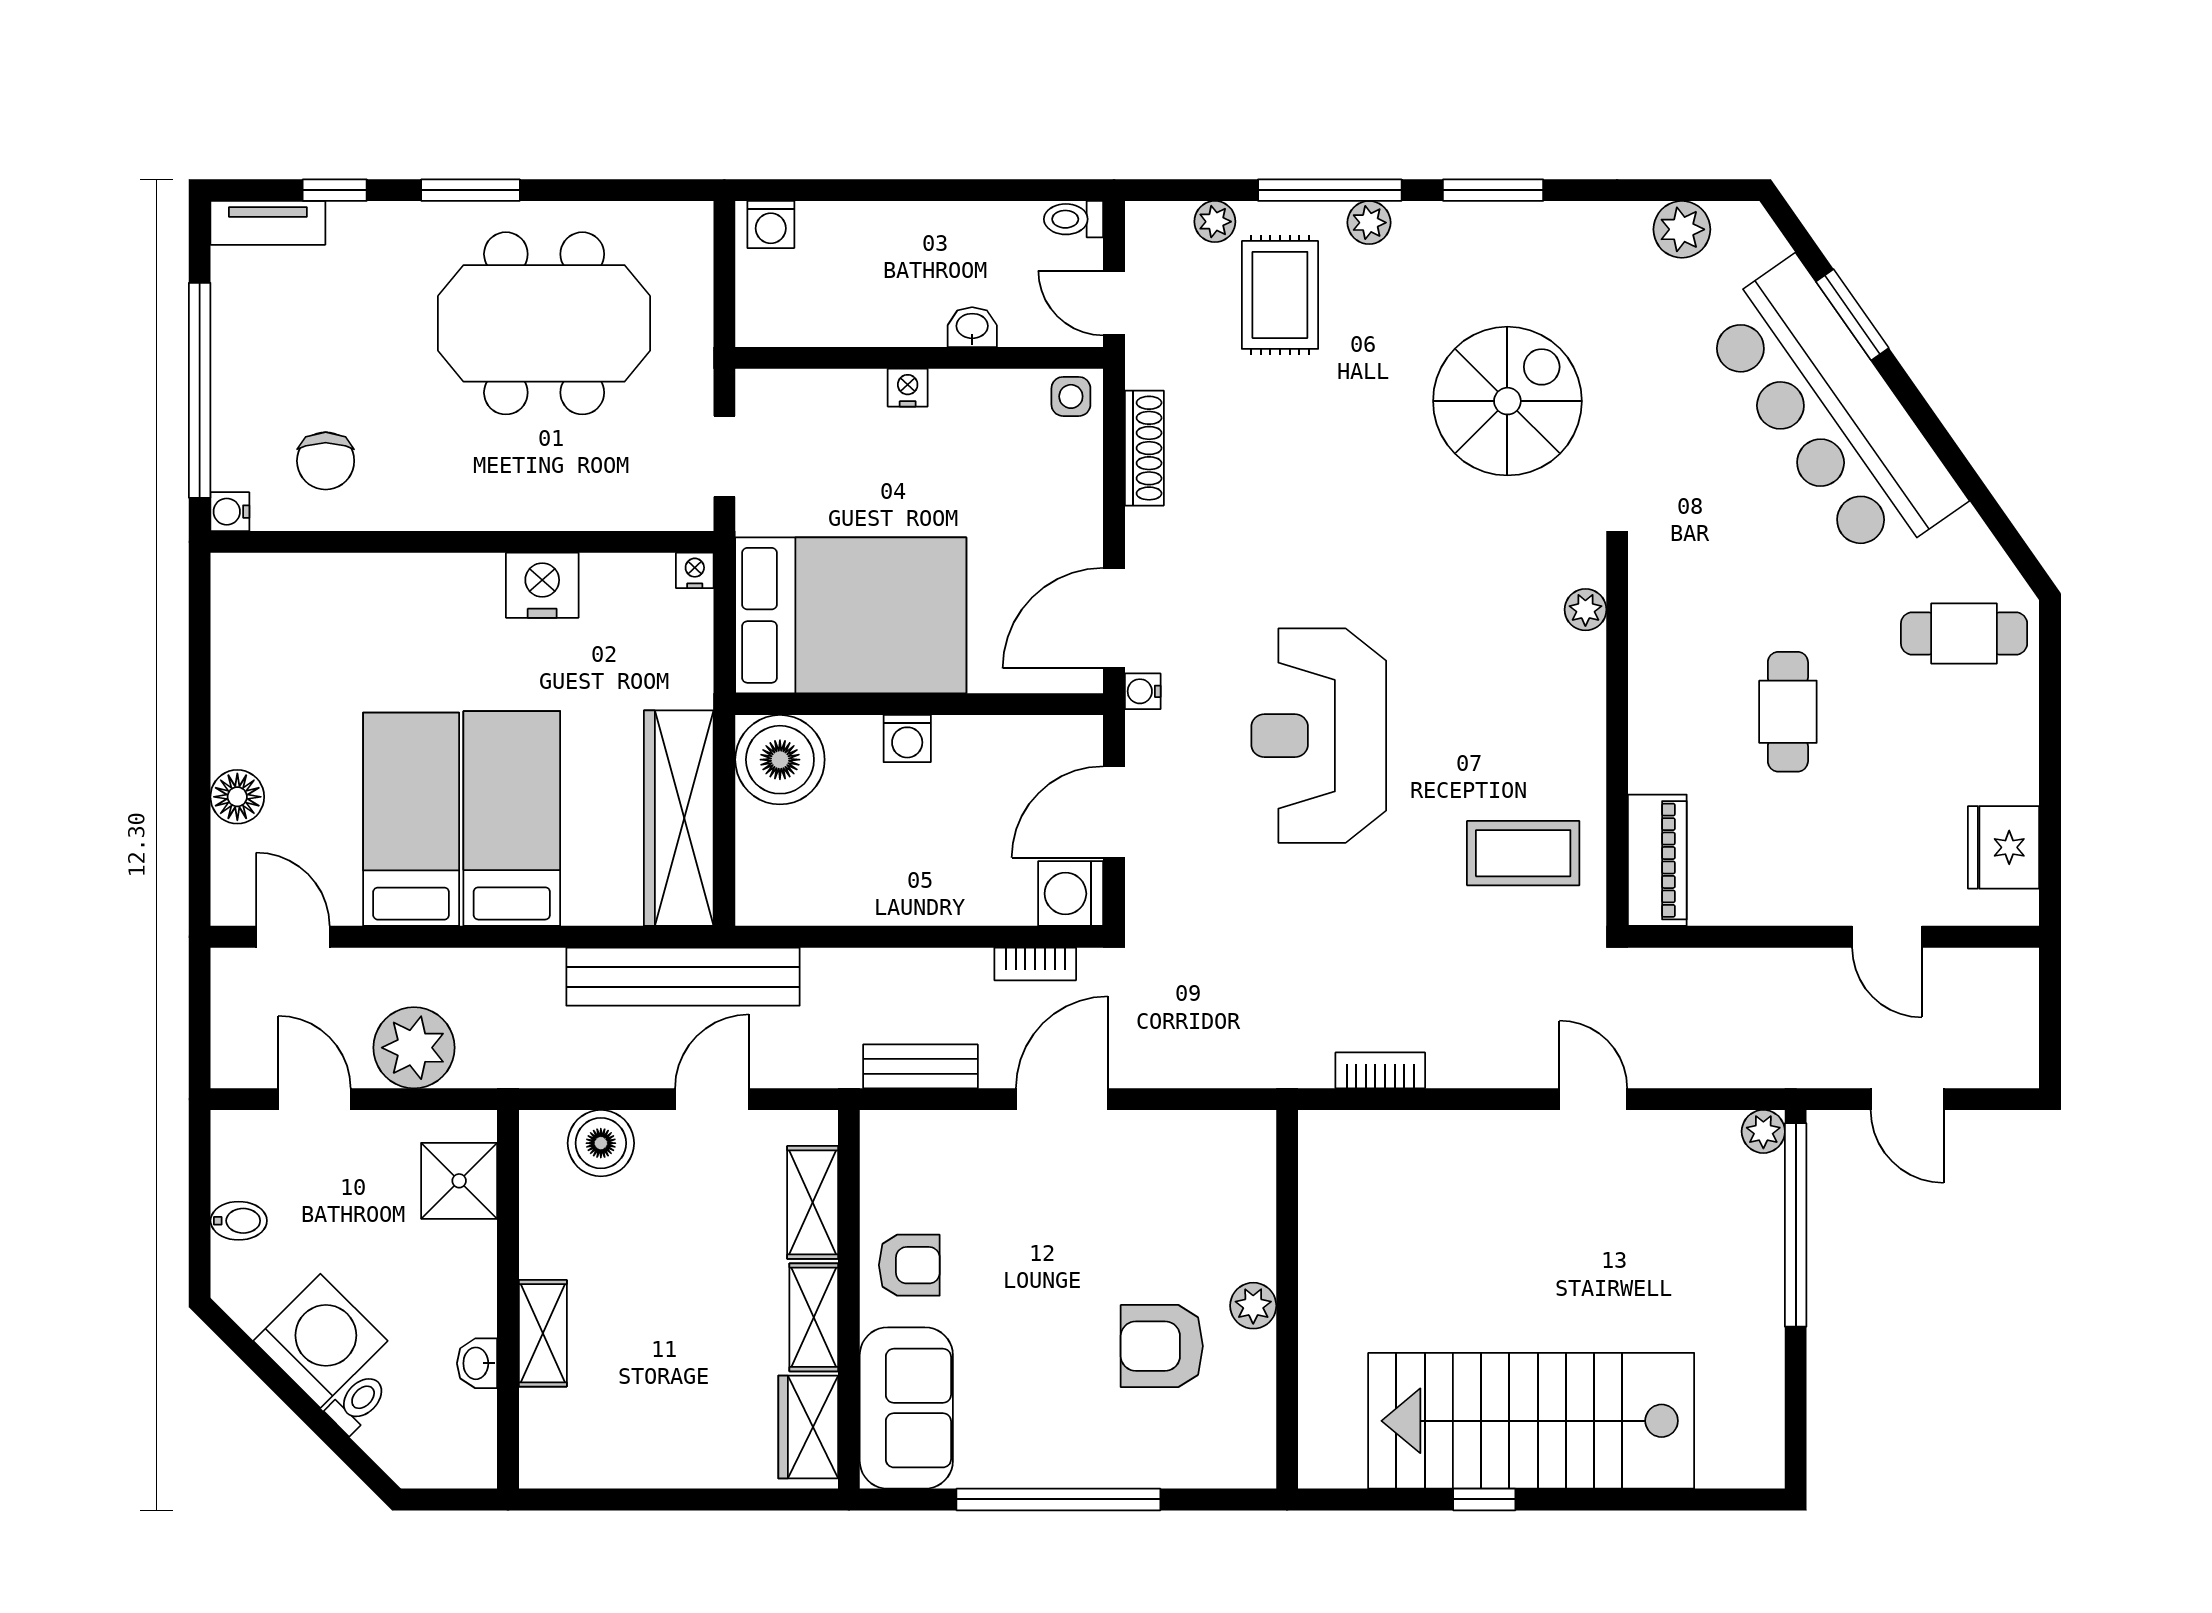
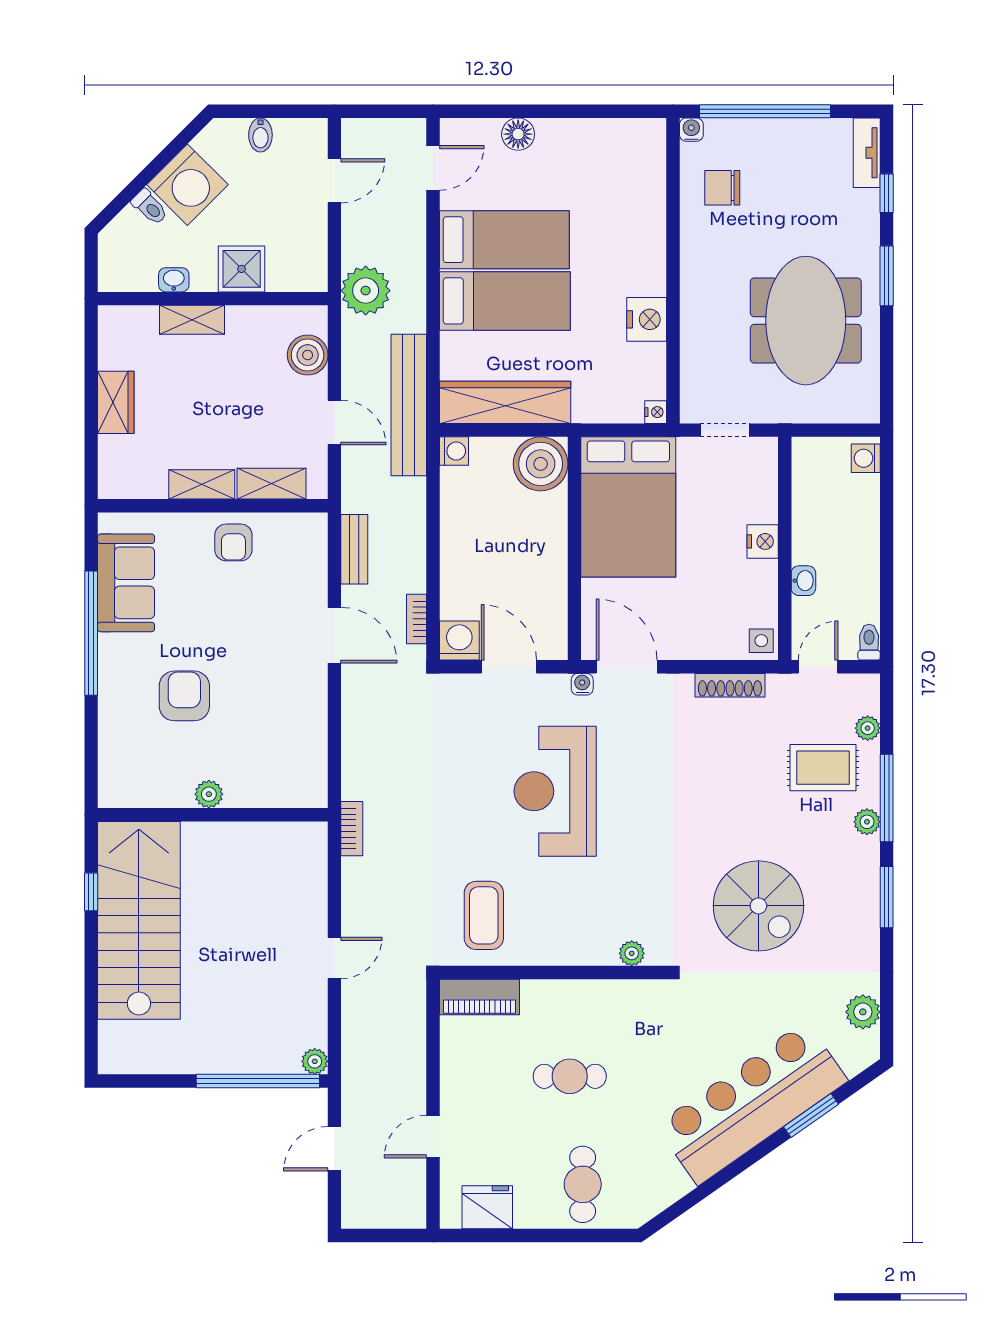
nightstand: (908, 388) -> (763, 541), width x1.39, depth x1.35
cafe table: (1964, 634) -> (583, 1184), moved
reception desk: (1319, 736) -> (555, 791), turned -90
washing machine: (907, 739) -> (454, 451), moved, turned 180
plant: (414, 1048) -> (366, 291), moved
shower: (459, 1181) -> (242, 269), moved
wall: (1287, 1299) -> (213, 815), moved
plant: (1253, 1306) -> (209, 794), moved
sofa: (906, 1408) -> (126, 583), moved, turned -90
wardrobe: (808, 1427) -> (116, 402), moved, turned 90

